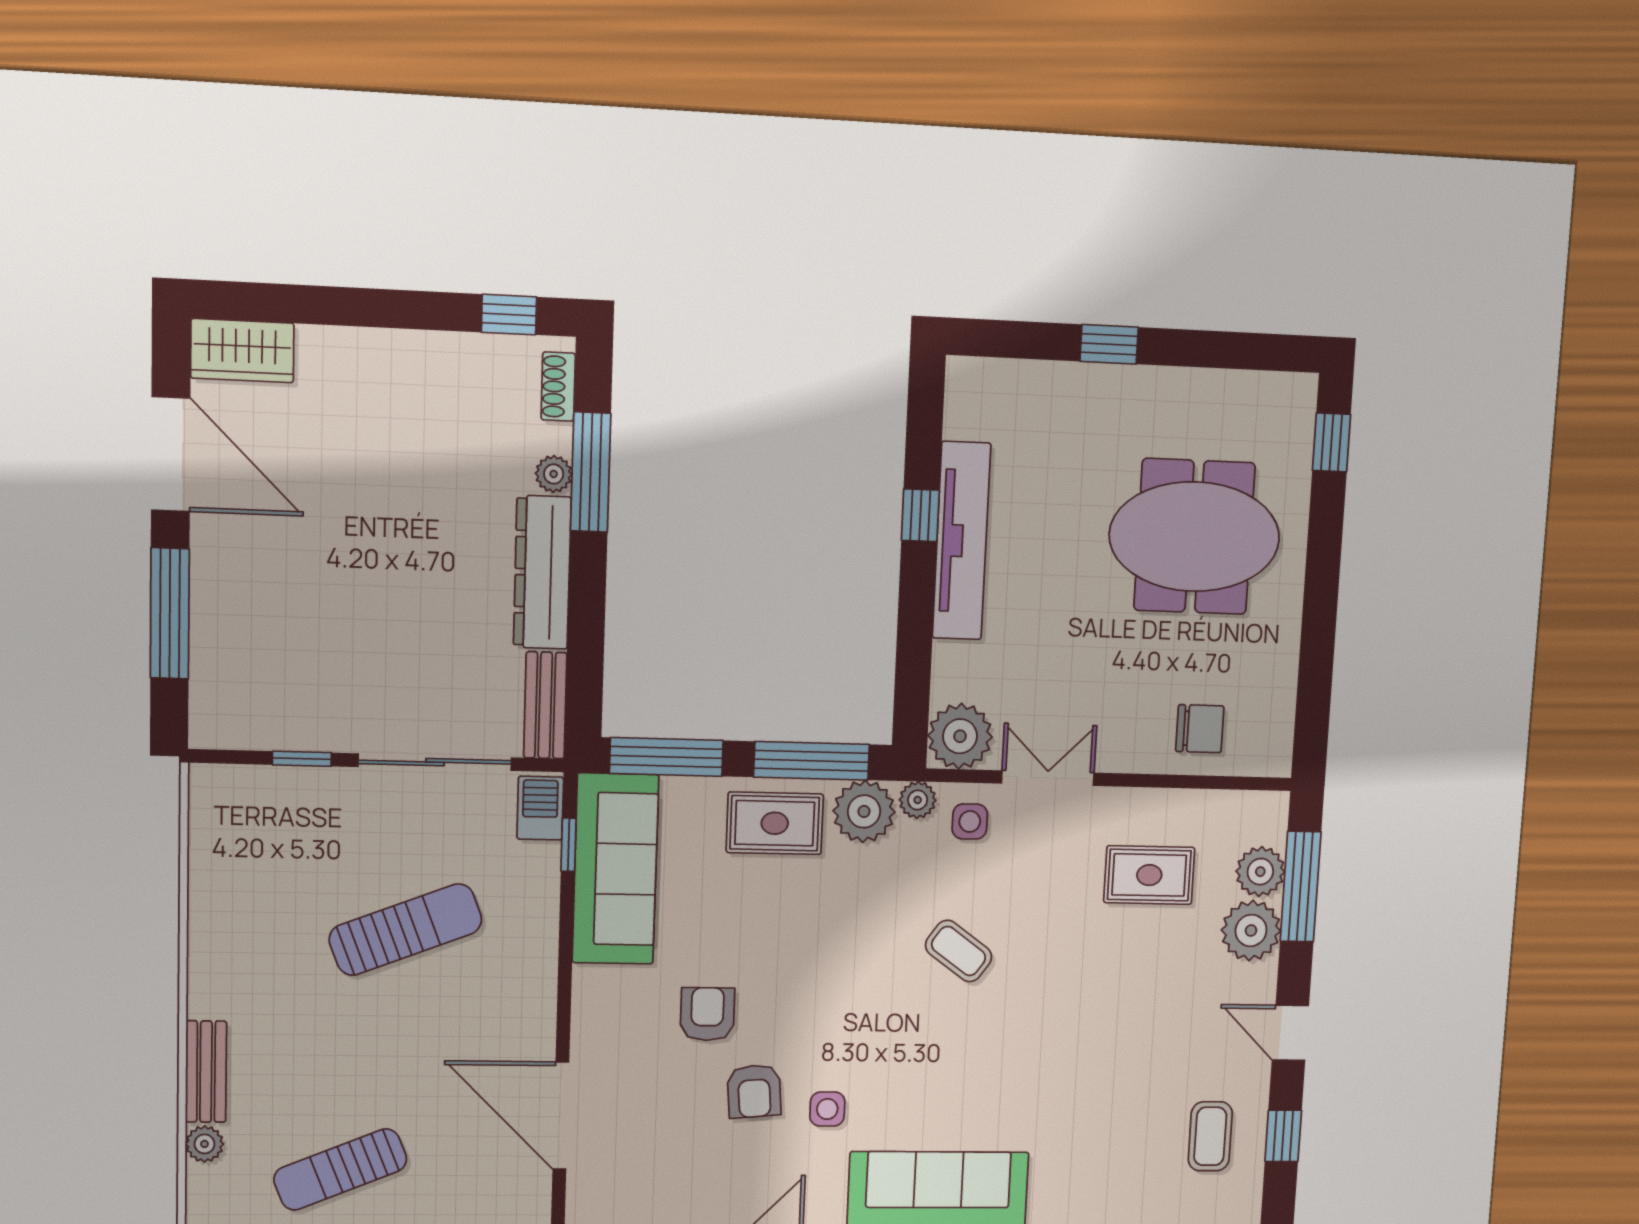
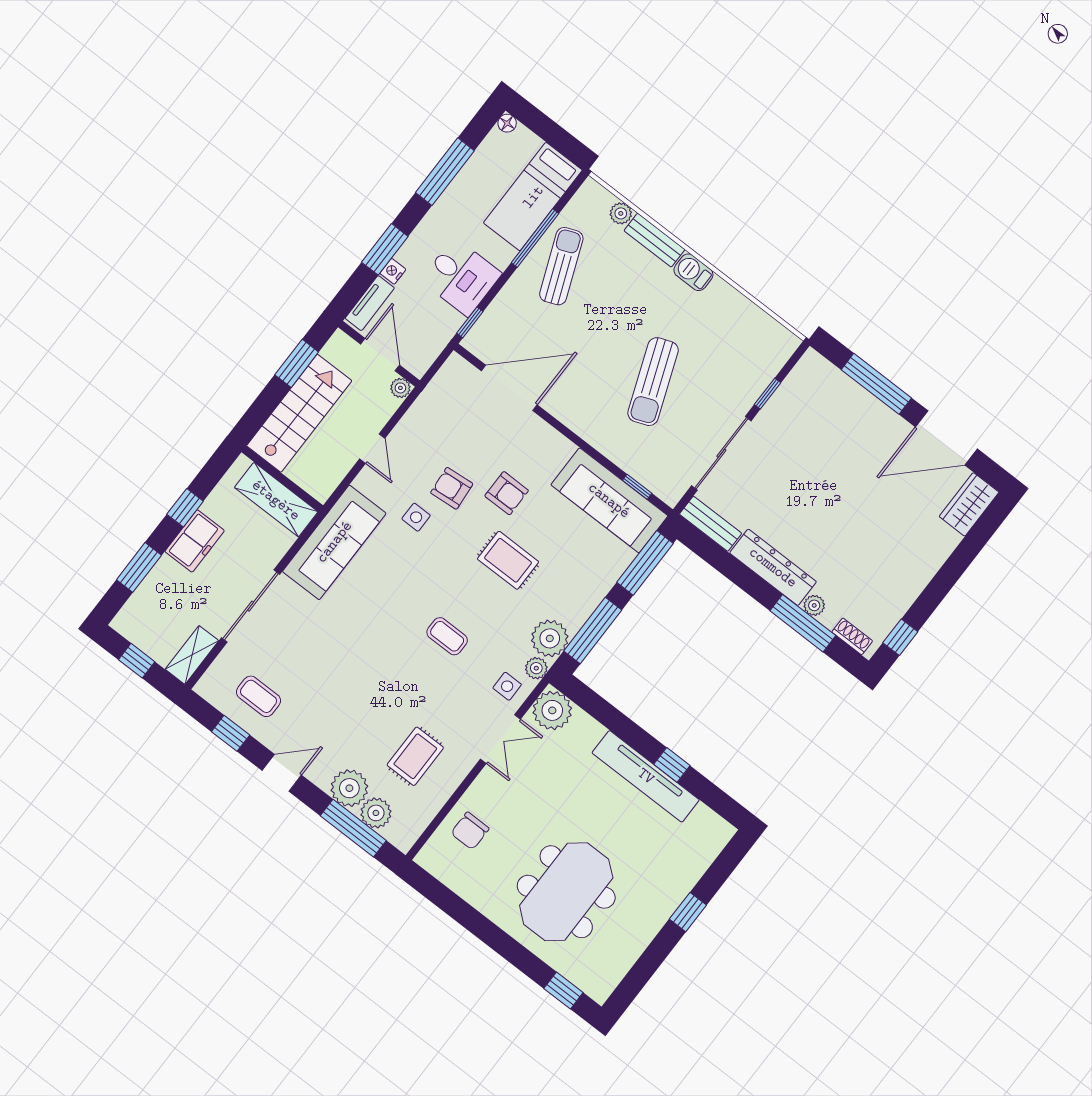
barbecue: (540, 808) -> (693, 272), moved, turned 180
rug: (775, 823) -> (508, 560), moved, turned 90
coffee table: (959, 951) -> (447, 636), turned 54

